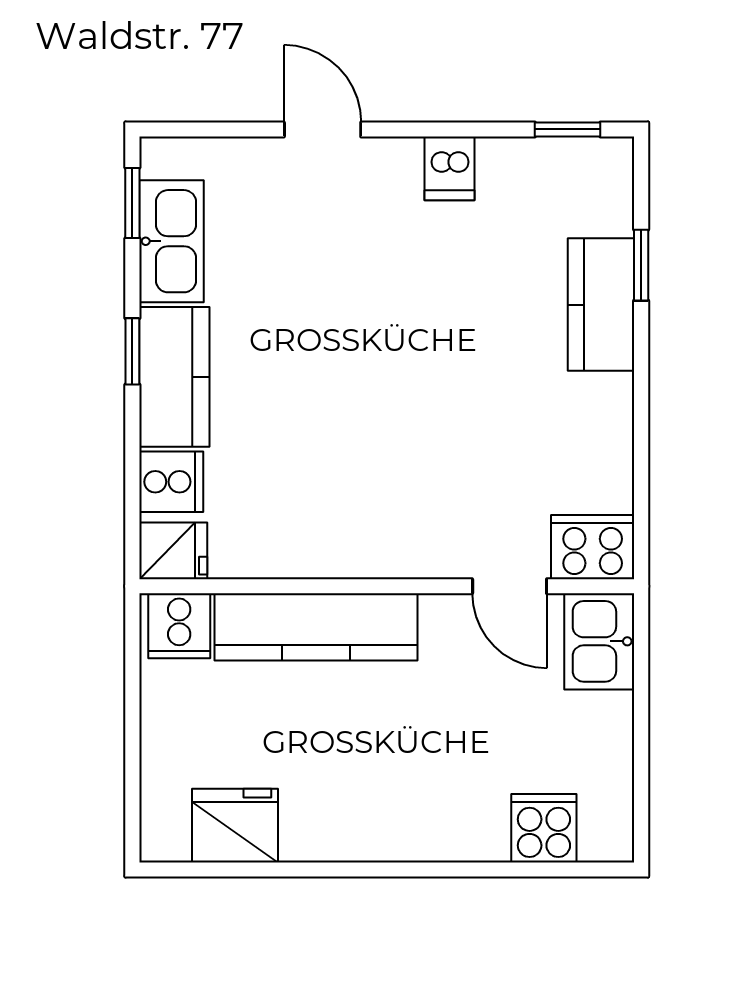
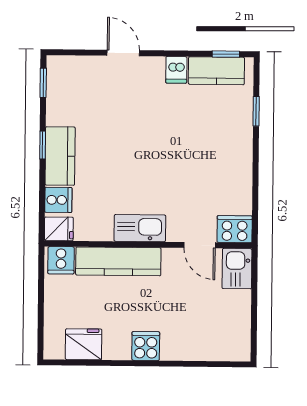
kitchen sink: (171, 241) -> (140, 228), moved, turned -90
kitchen counter: (601, 305) -> (216, 71), moved, turned -90
cooker: (544, 828) -> (146, 346), moved

